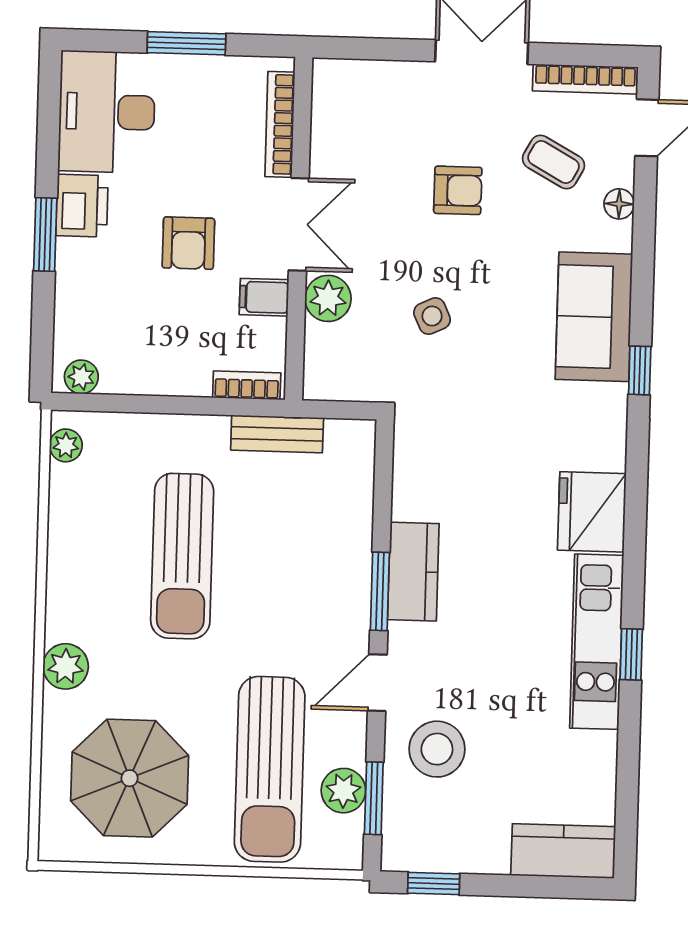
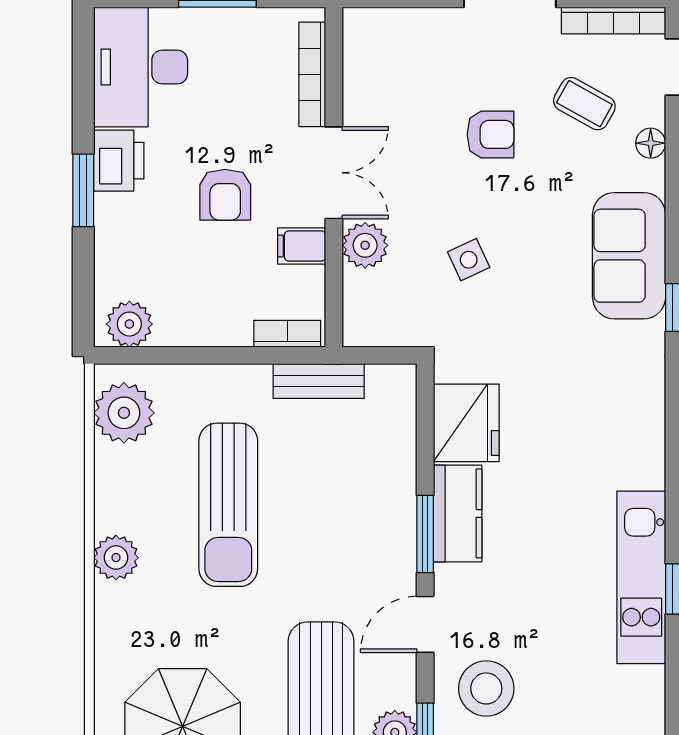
plant: (81, 377) -> (129, 324), width x1.38, depth x1.38
plant: (66, 445) -> (124, 413), width x1.87, depth x1.87
fridge: (592, 512) -> (466, 423), moved, turned 180
plant: (66, 666) -> (116, 558), moved

